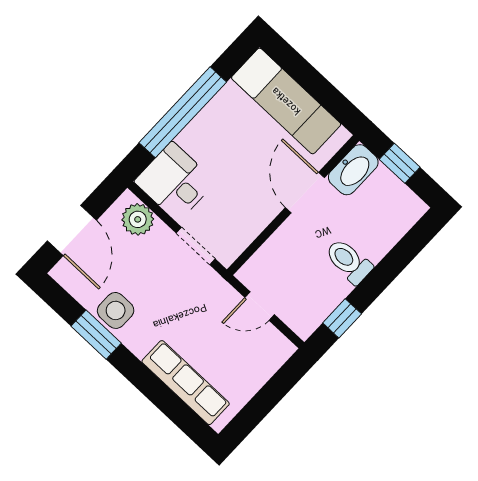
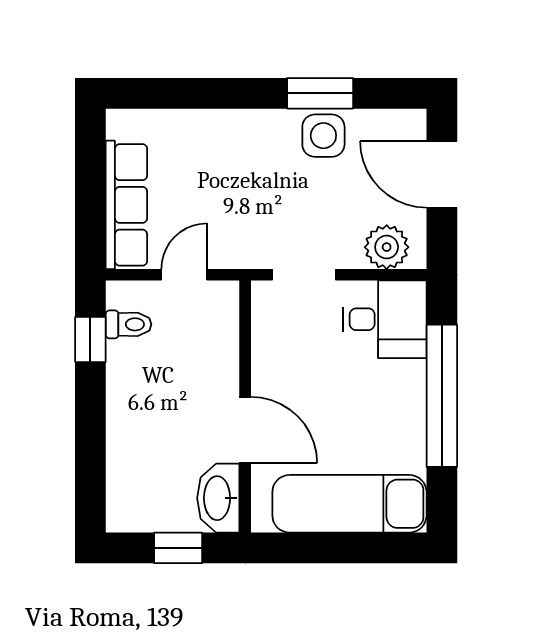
toilet: (349, 261) -> (129, 324), moved, width x0.73, depth x0.72
row of seats: (186, 383) -> (126, 205), moved, turned -90

